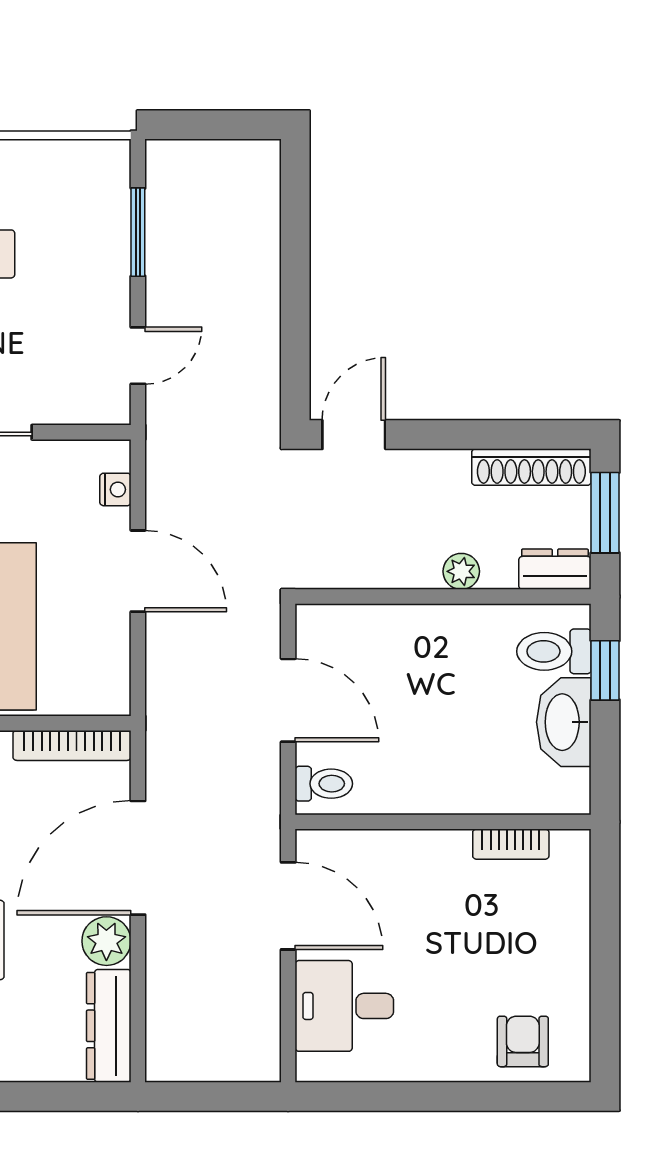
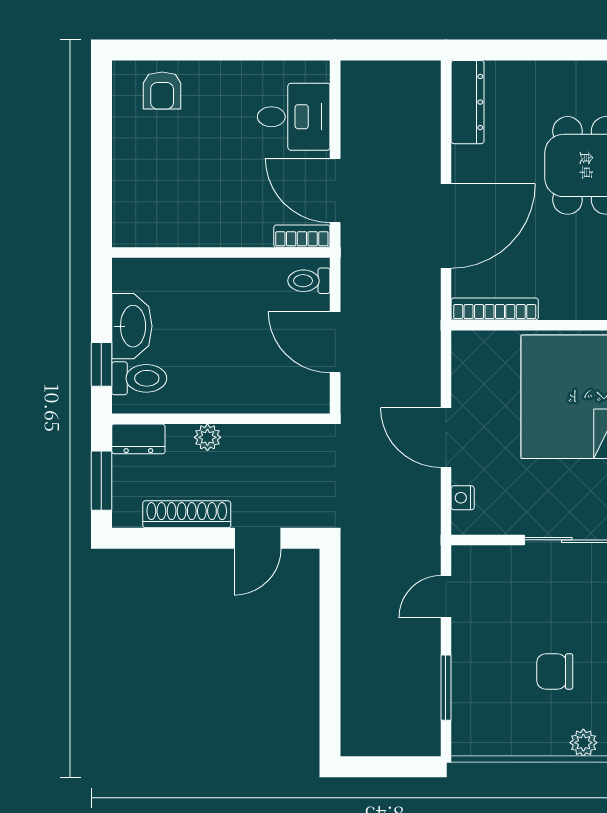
door: (354, 435) -> (258, 538), moved
shoe rack: (531, 467) -> (187, 514), moved
bookcase: (511, 844) -> (302, 236), moved
plant: (106, 941) -> (469, 165), removed

